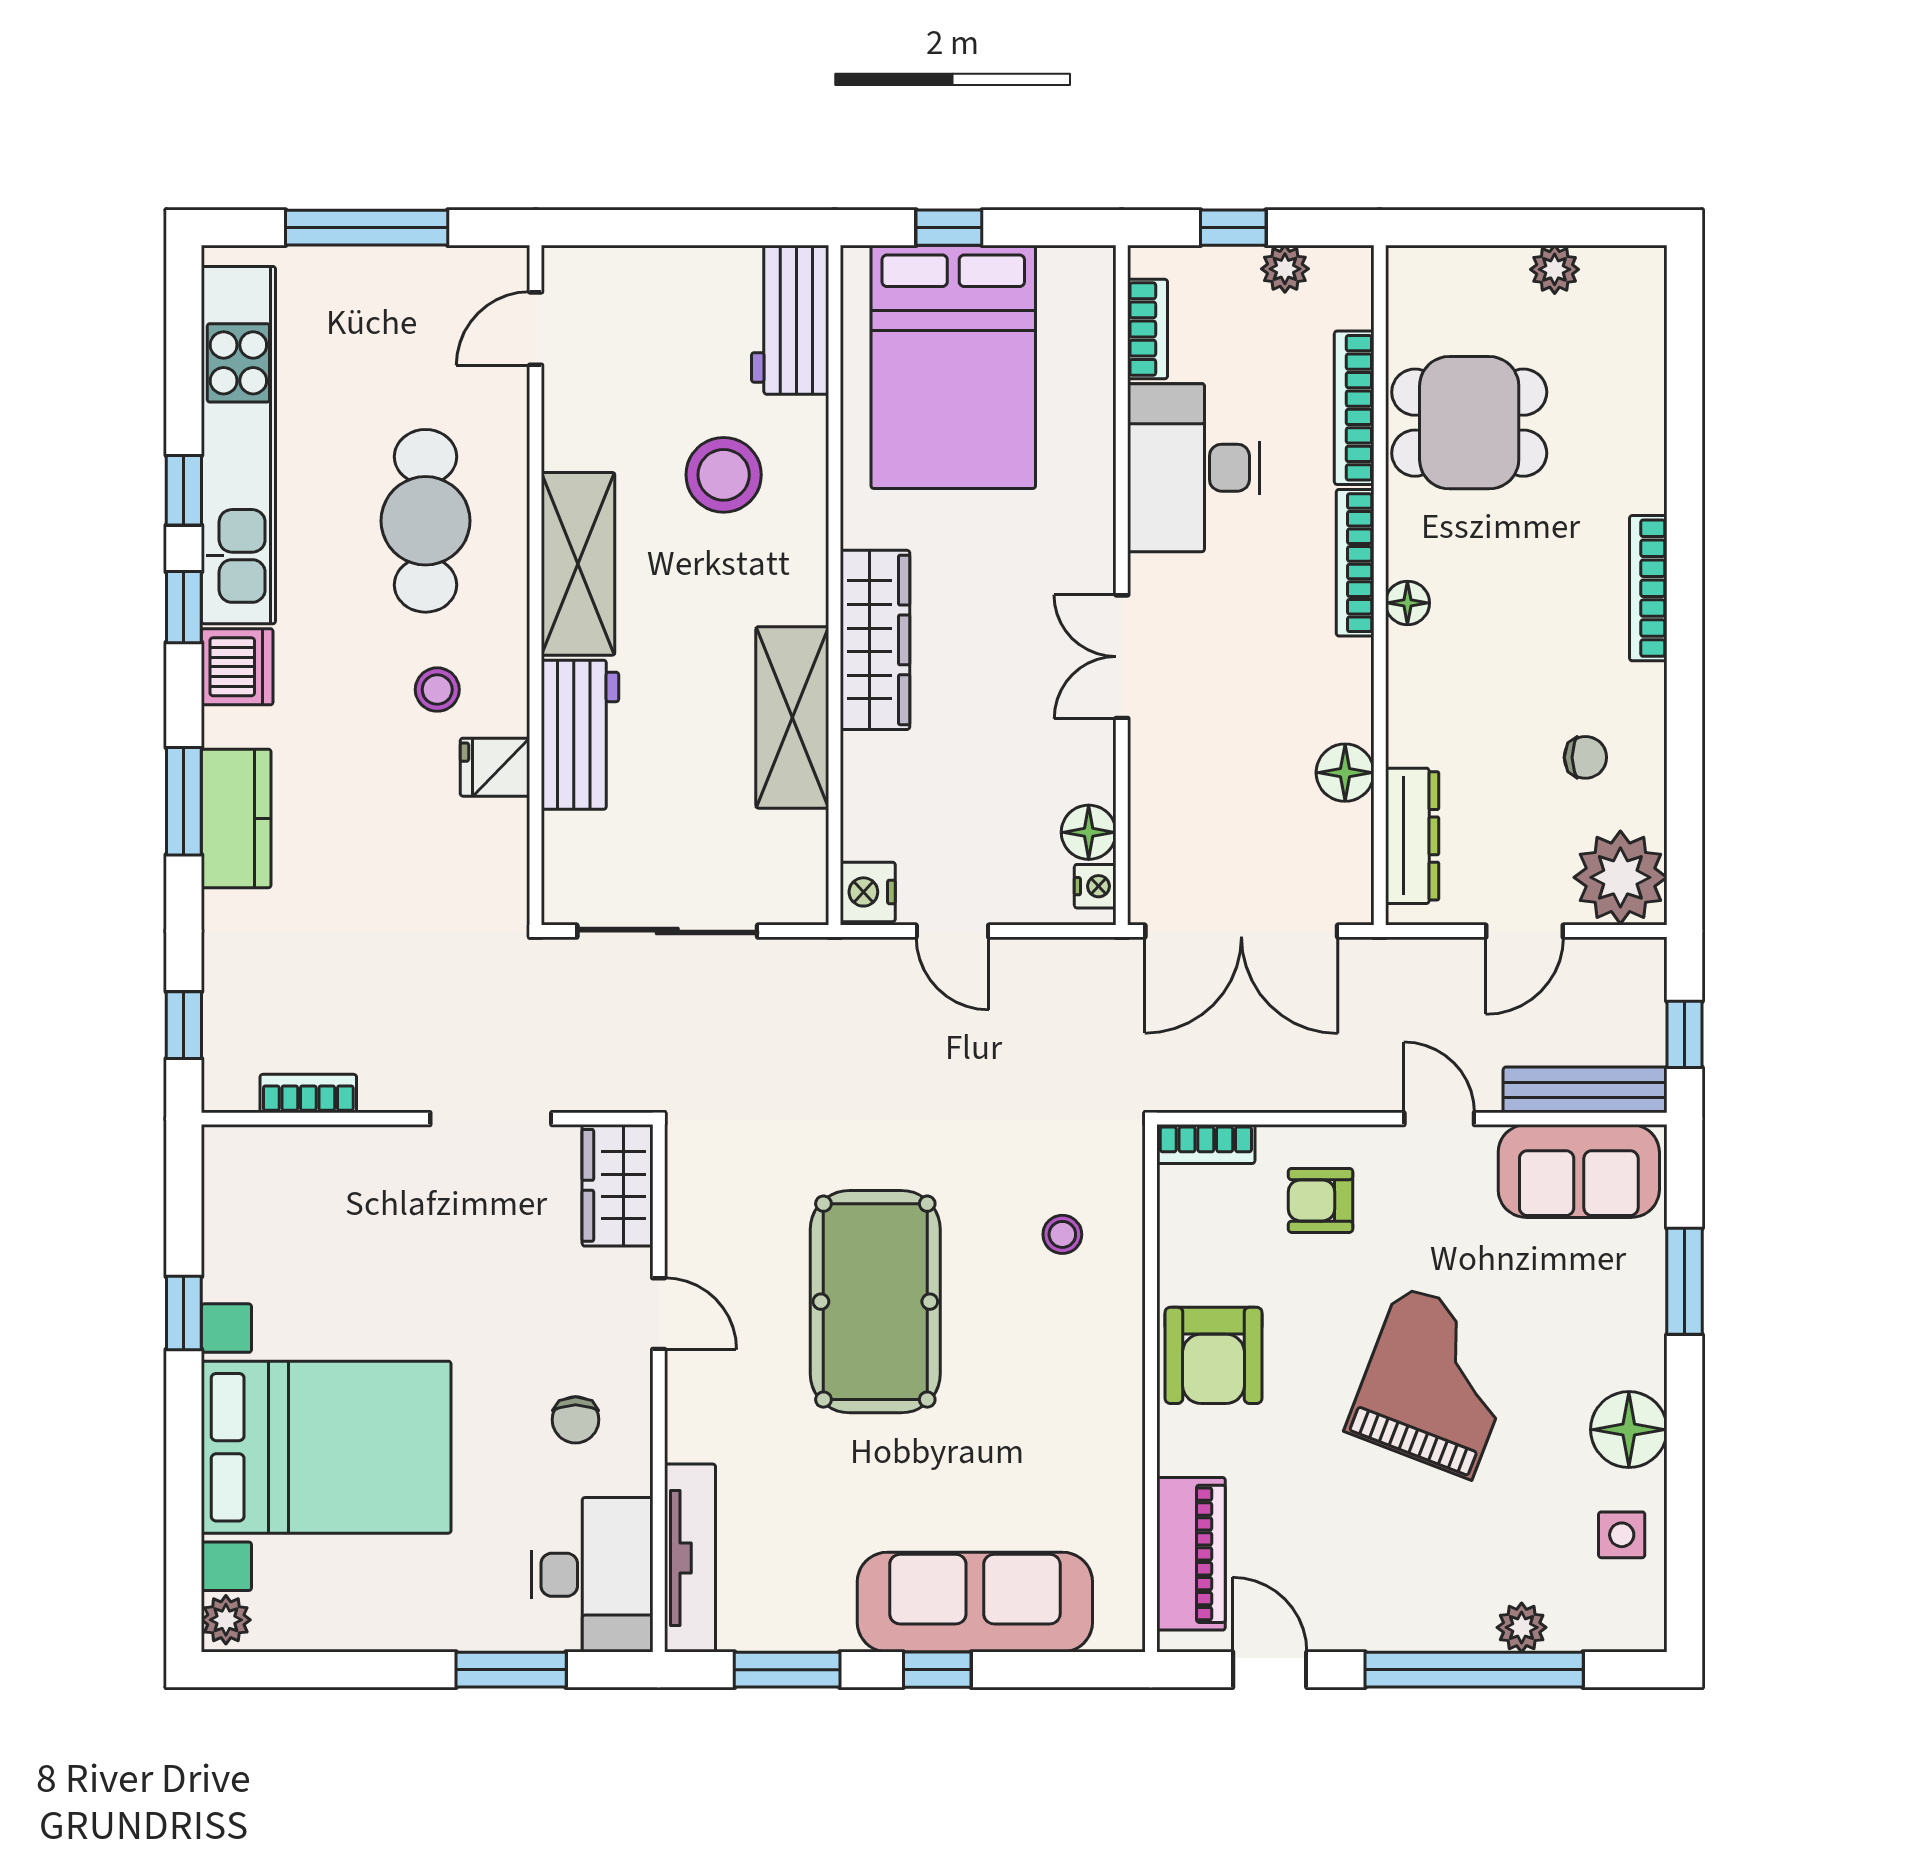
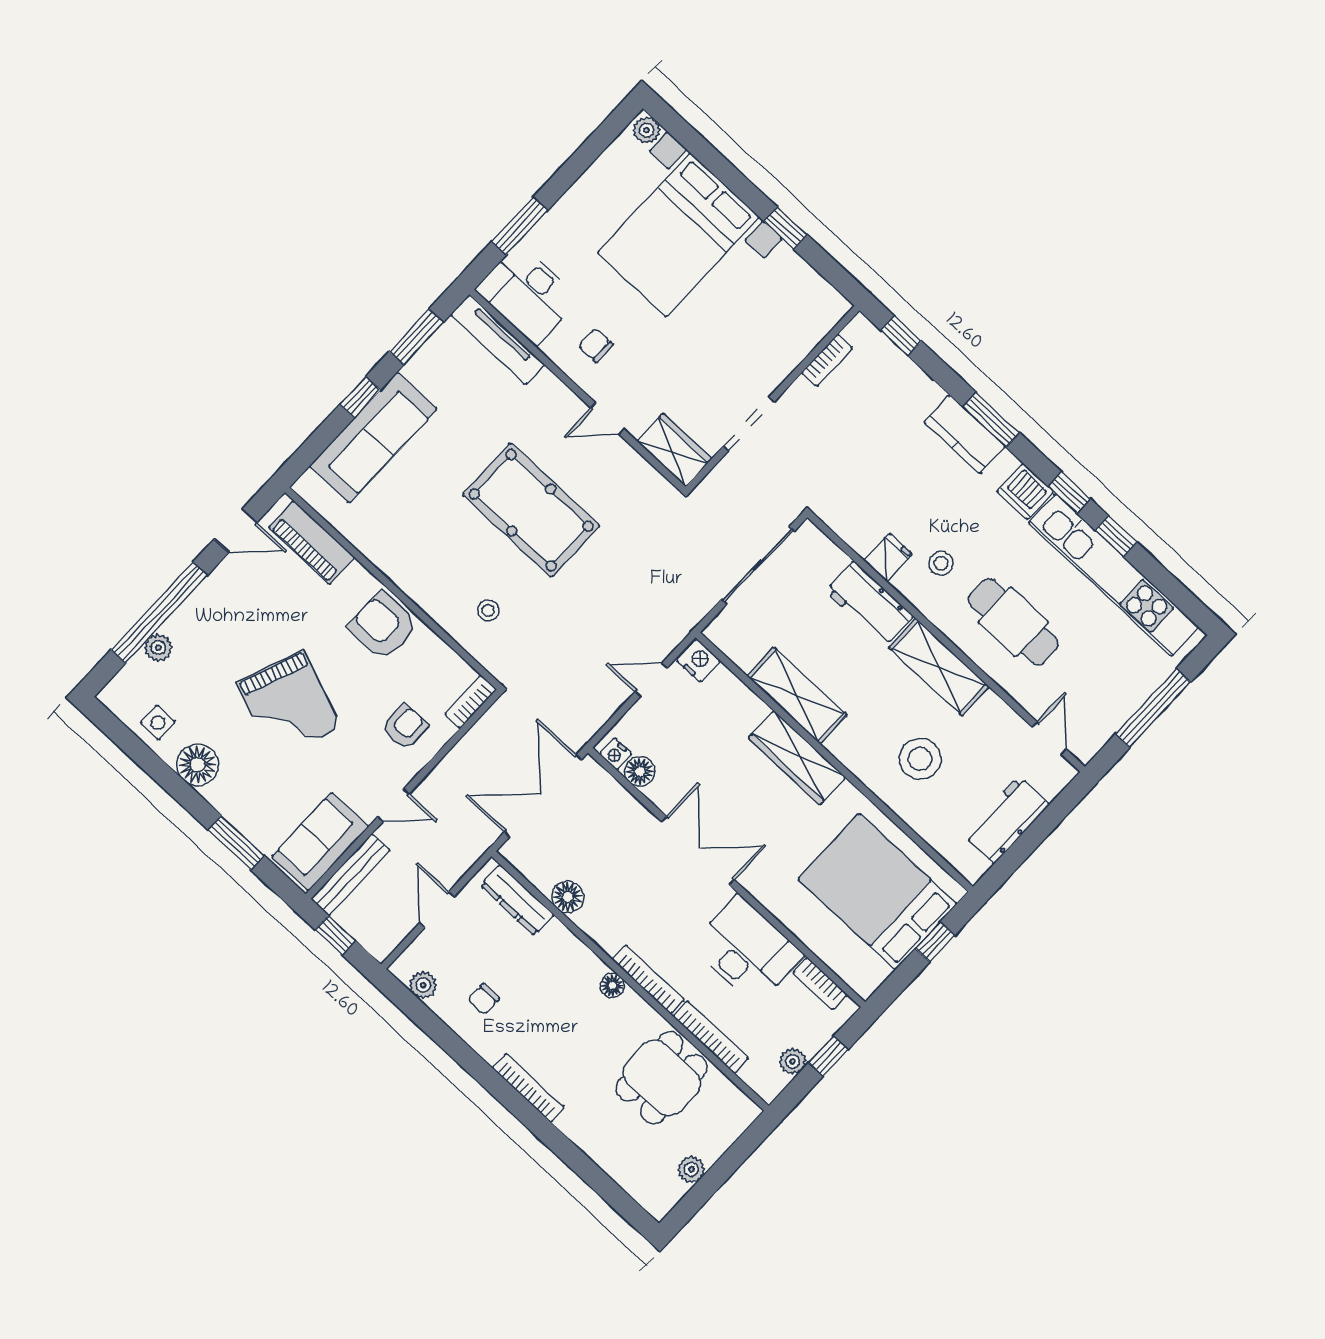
workbench: (790, 320) -> (1007, 820), moved, turned -90
double door: (1122, 657) -> (698, 851), width x1.37
plant: (1620, 877) -> (423, 985), width x0.53, depth x0.53

